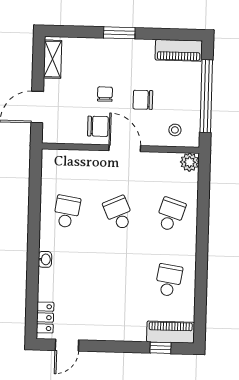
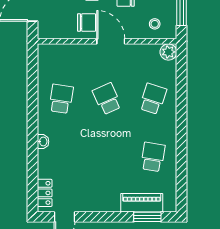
piano: (171, 332) -> (142, 203), moved
window: (161, 348) -> (147, 217), width x1.50

